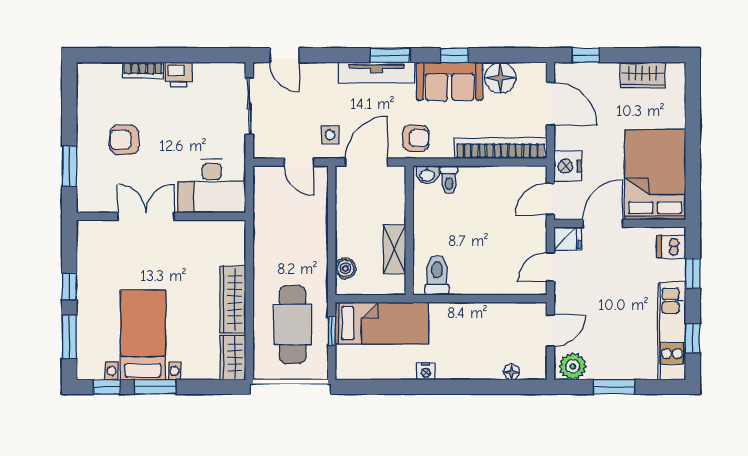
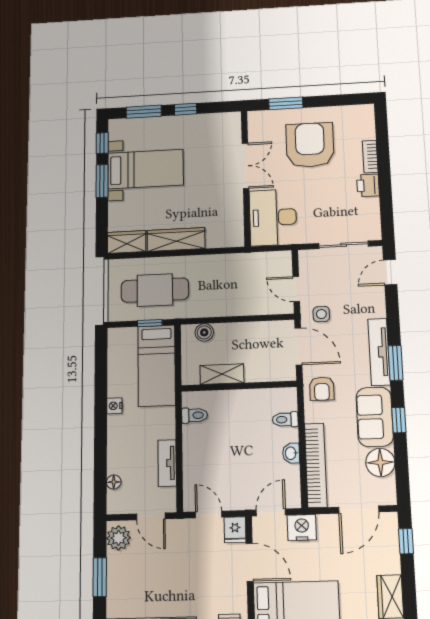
armchair: (124, 140) -> (310, 145), width x1.88, depth x1.88
door: (299, 162) -> (296, 289), hinge flipped
washbasin: (427, 175) -> (291, 453), moved
door: (550, 199) -> (271, 512), hinge flipped
toilet: (437, 275) -> (195, 415), width x0.73, depth x0.72
tv unit: (493, 312) -> (167, 463), added

